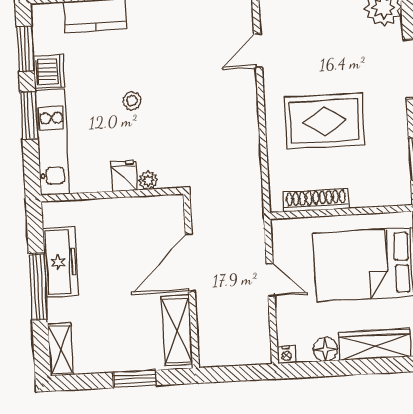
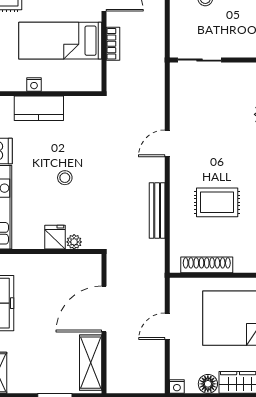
rug: (325, 121) -> (217, 202), width x0.73, depth x0.70
bench: (250, 135) -> (157, 211), added
door: (271, 280) -> (167, 326), swing flipped

